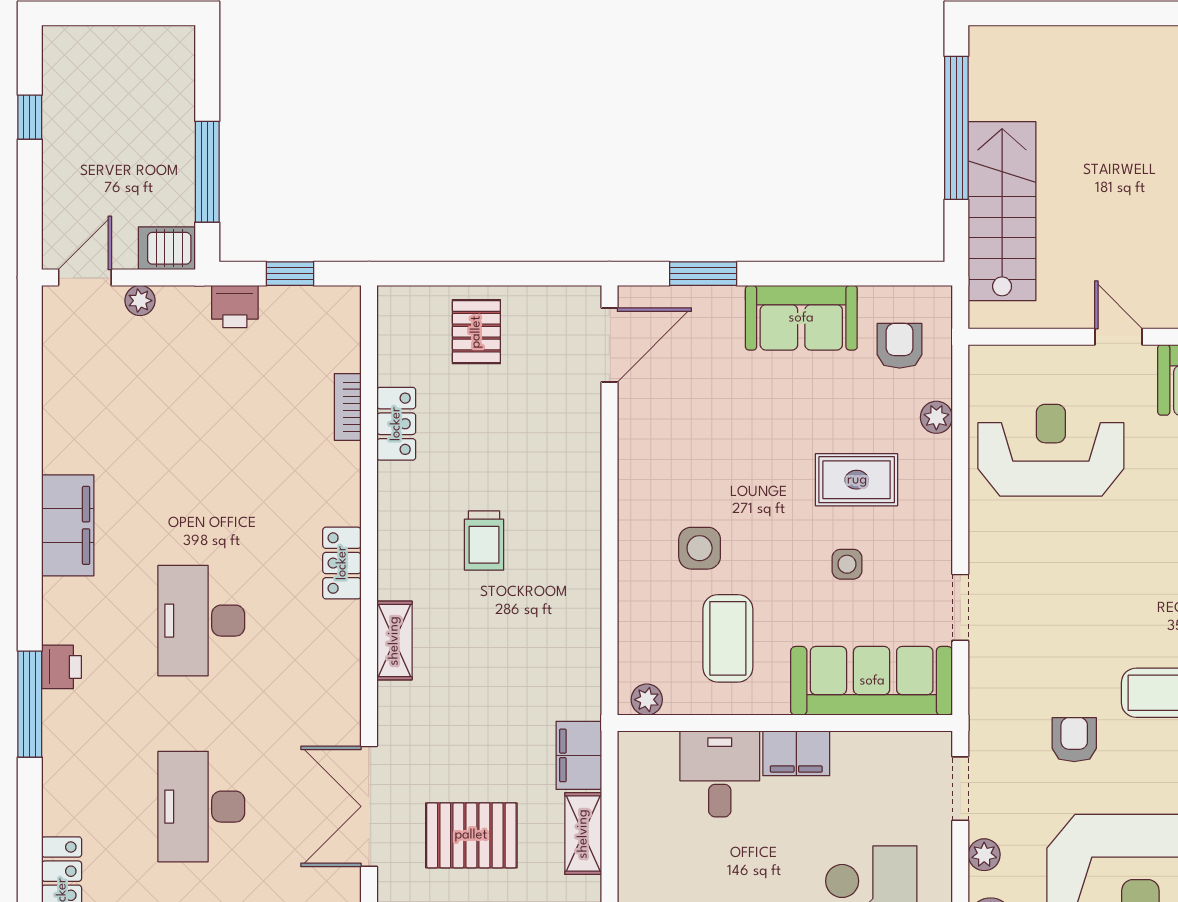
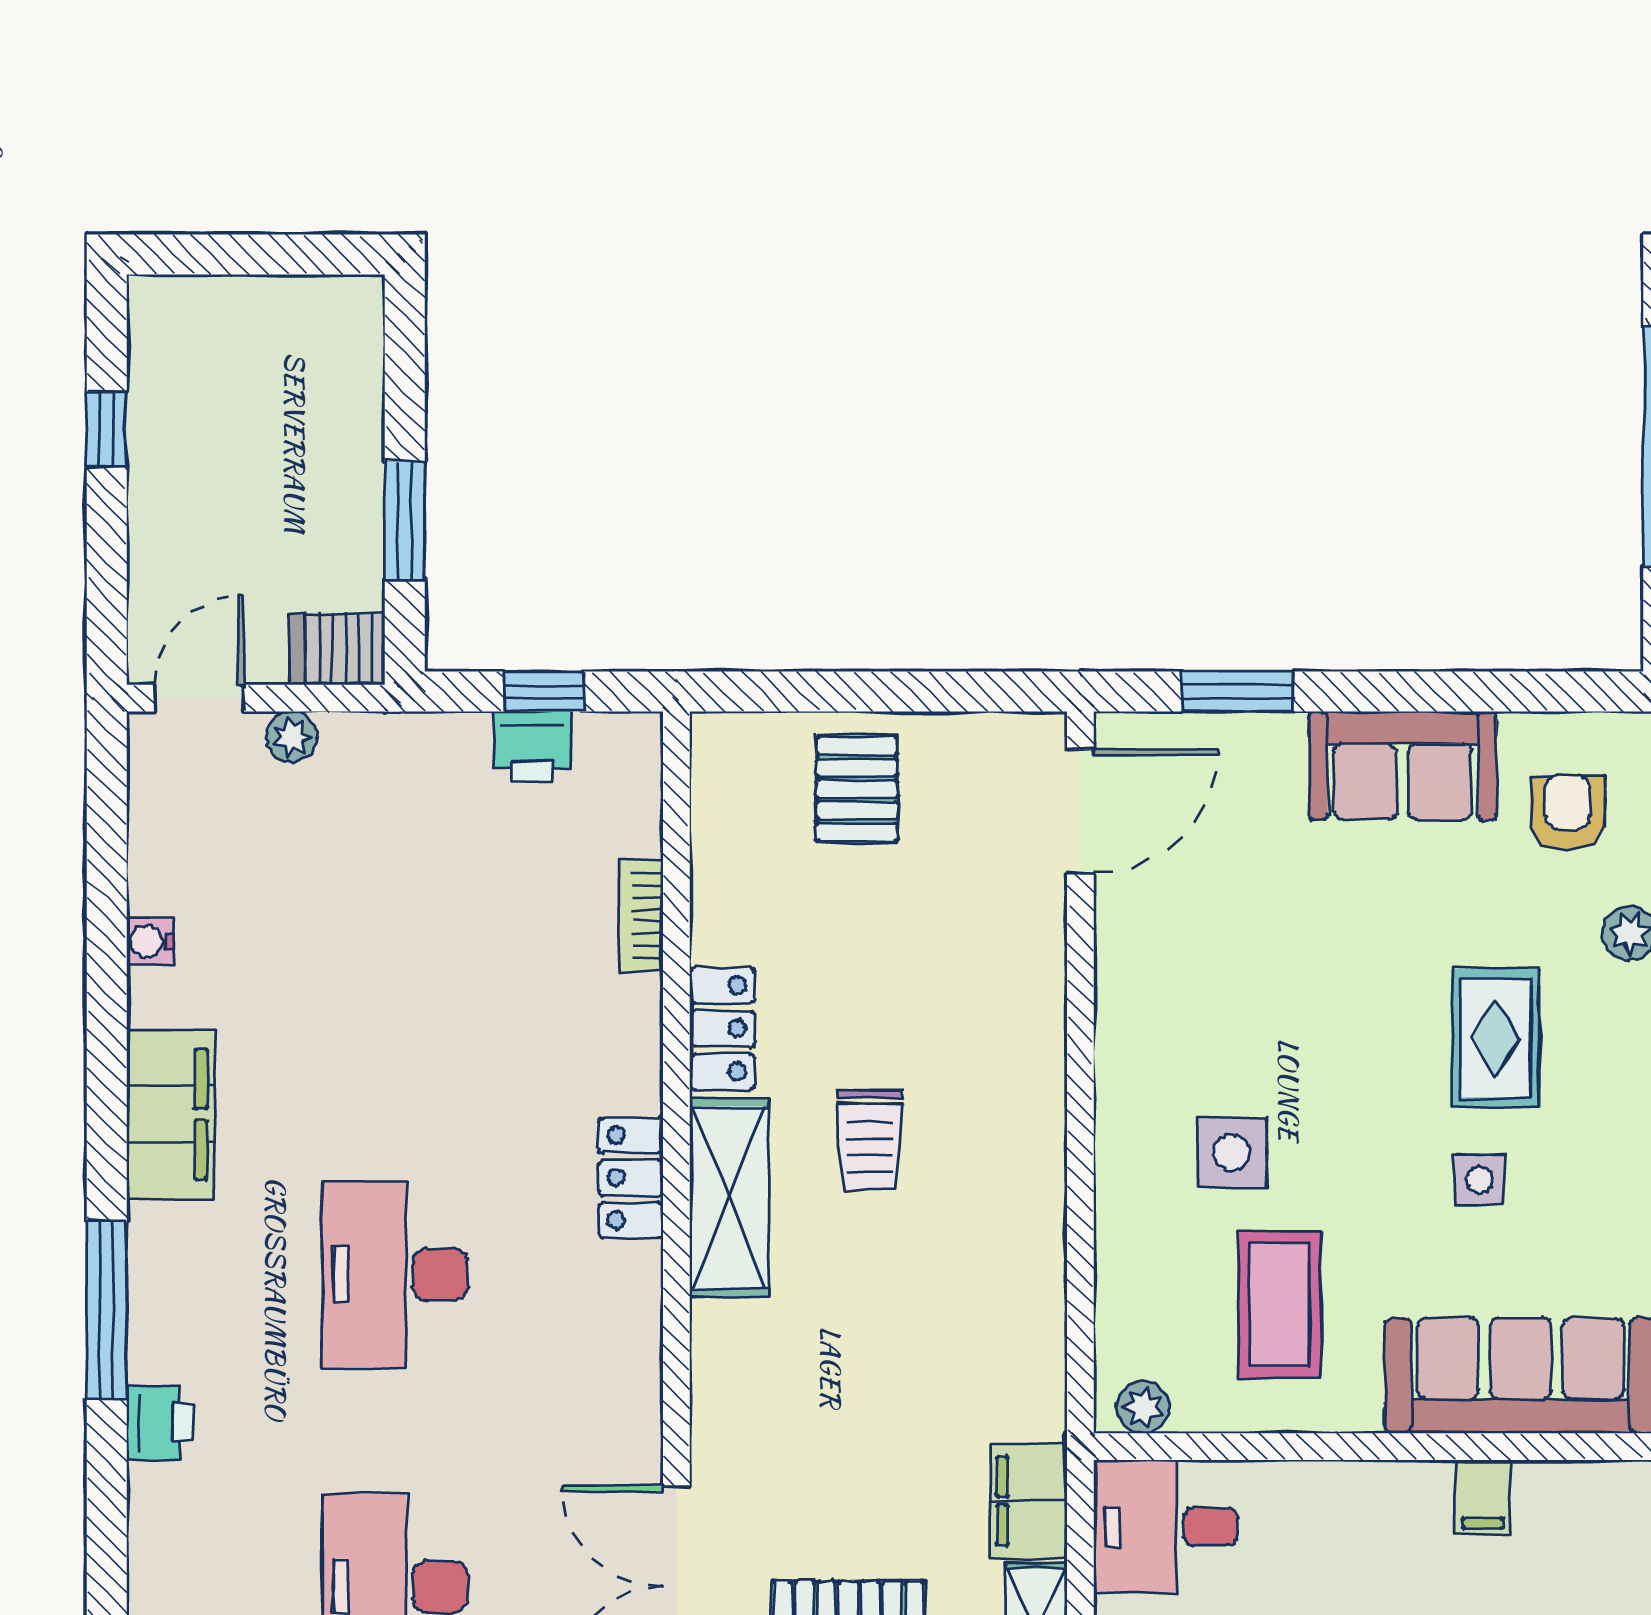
window: (207, 172) -> (405, 520), width x0.69
printer: (235, 307) -> (532, 747), moved
water cooler: (56, 422) -> (150, 941), added
locker: (396, 424) -> (722, 1029), moved
rug: (857, 480) -> (1495, 1038), turned 90
shelving: (394, 641) -> (729, 1198), moved, width x1.50, depth x1.33
printer: (61, 667) -> (160, 1423), moved
window: (30, 704) -> (107, 1310), moved
filing cabinet: (796, 753) -> (1483, 1497), moved, width x0.50
desk: (720, 774) -> (1166, 1527), moved, turned -90

